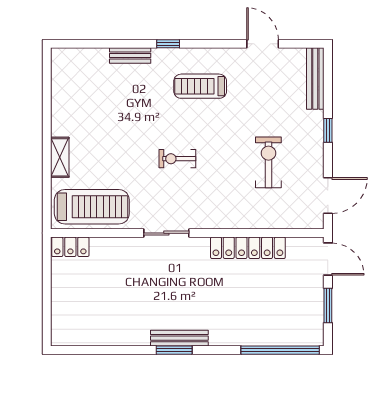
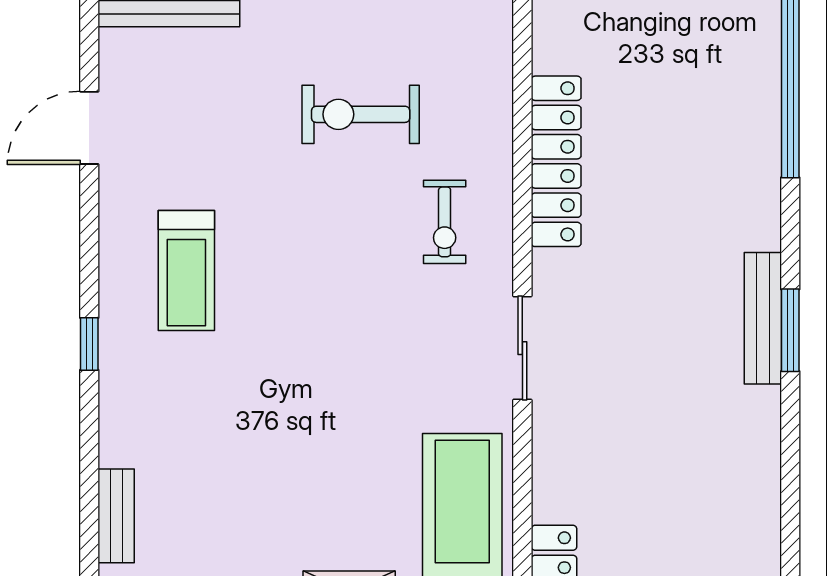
bench: (130, 55) -> (116, 516), moved
exercise bike: (177, 159) -> (445, 222), moved

